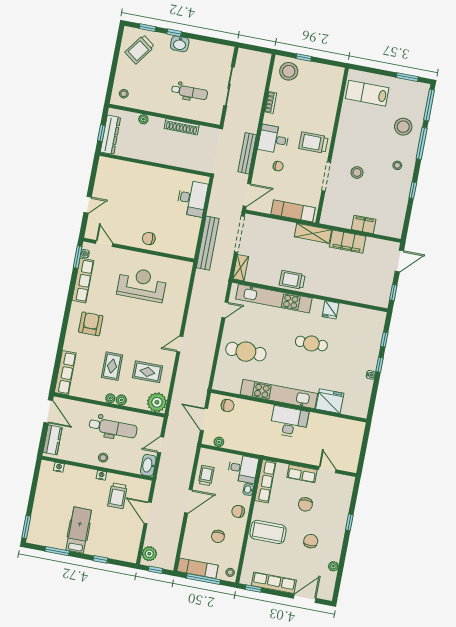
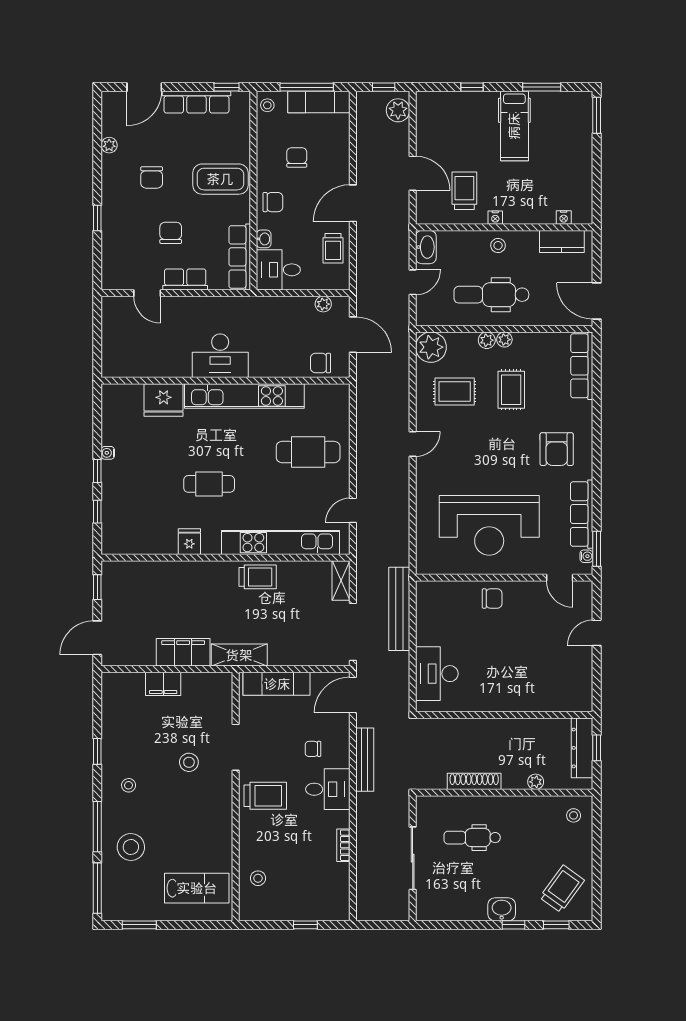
stool: (289, 71) -> (258, 878), moved, width x0.53, depth x0.53
reception desk: (142, 284) -> (489, 525), width x1.36, depth x1.30
kitchen counter: (53, 440) -> (562, 242), moved, turned -90

